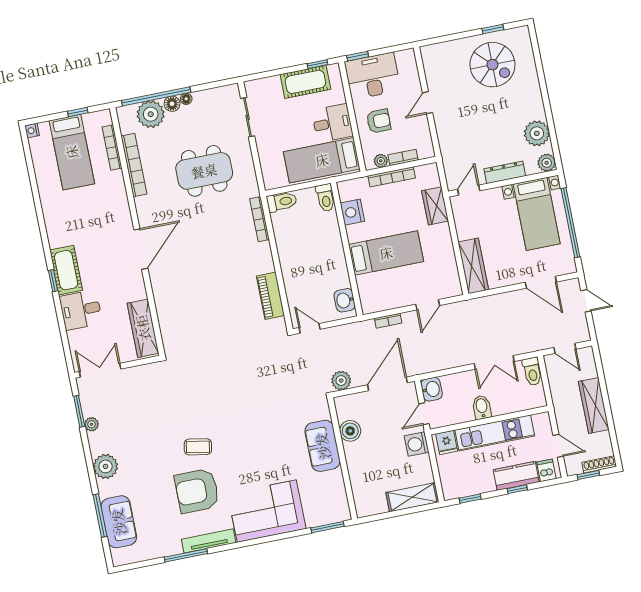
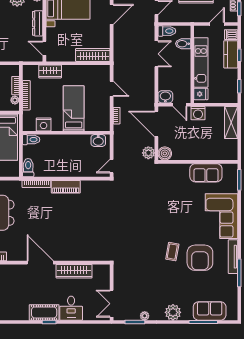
piano: (270, 296) -> (66, 187), moved
wardrobe: (143, 328) -> (74, 271), moved
bidet: (482, 407) -> (183, 44), moved
boiler: (350, 431) -> (165, 153), moved
sofa: (323, 446) -> (206, 173), moved

